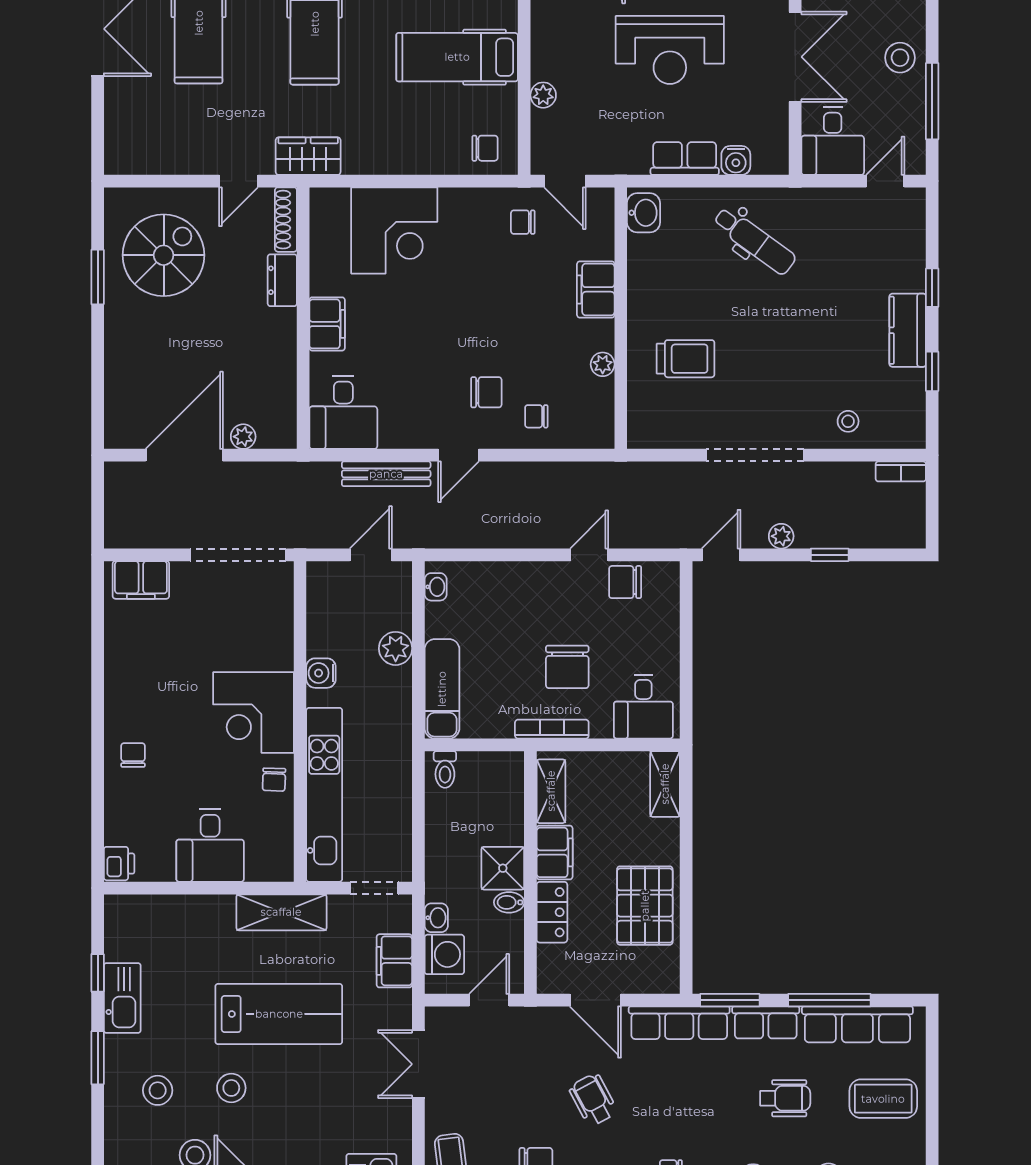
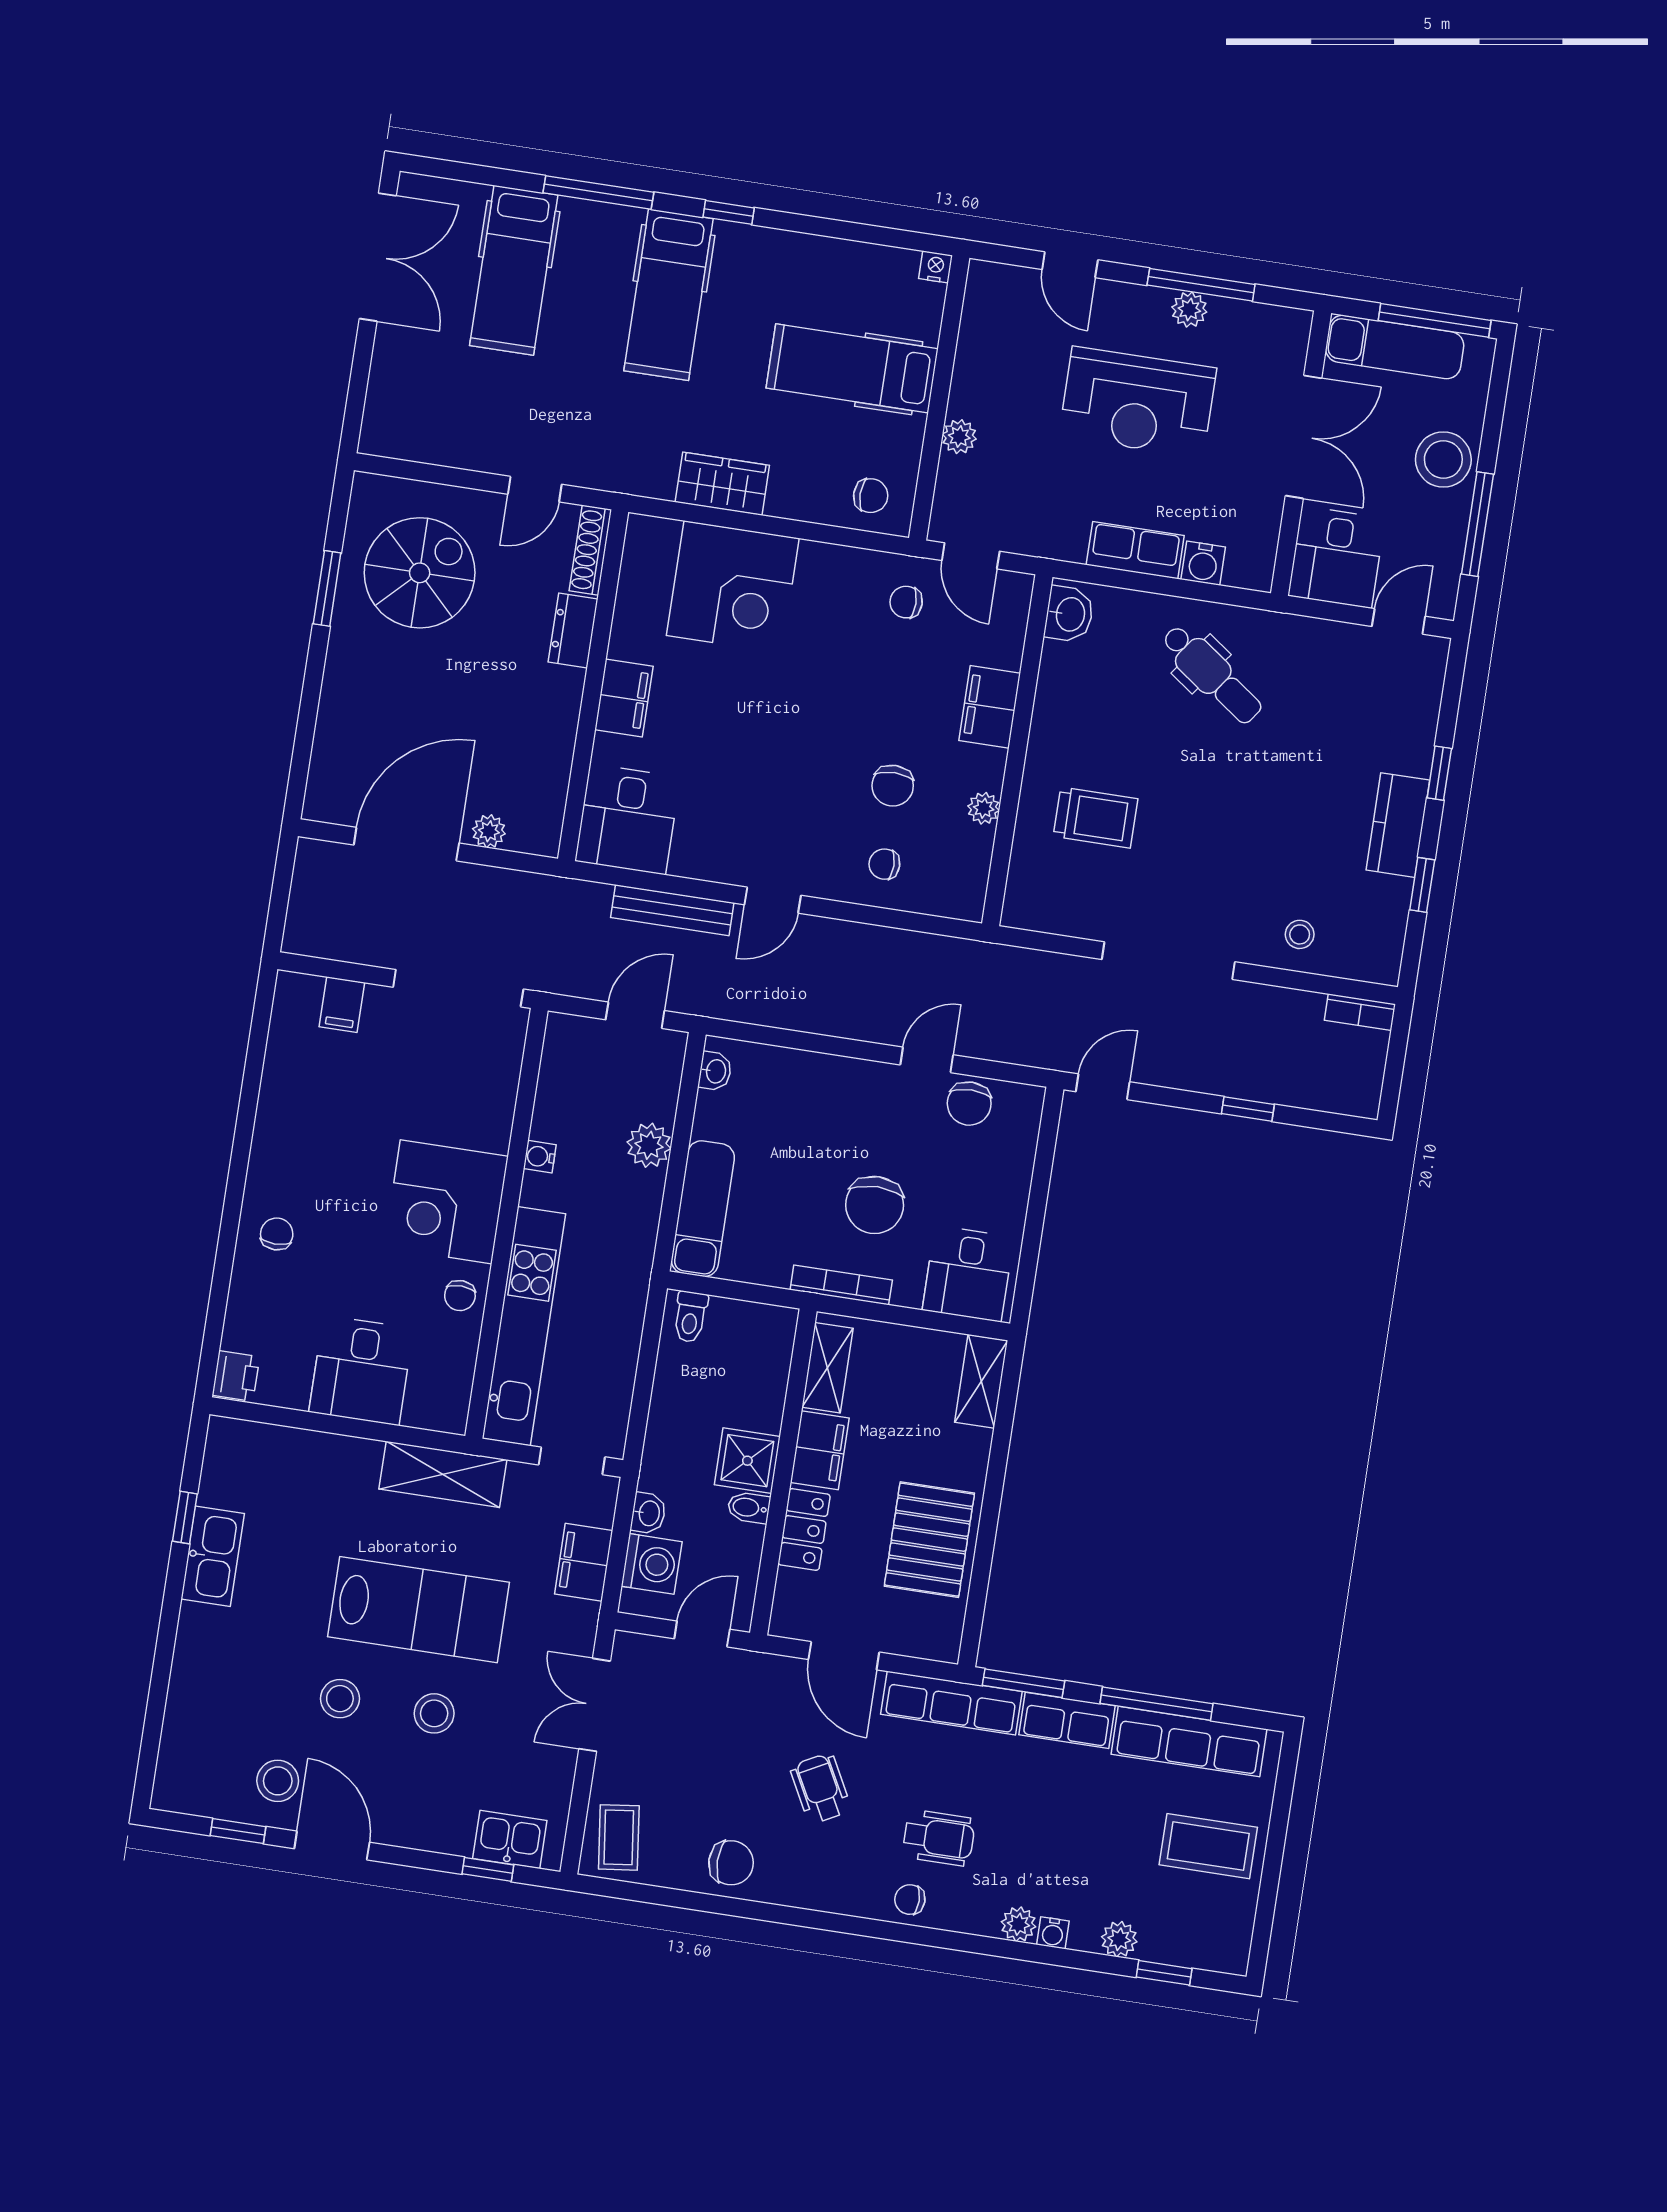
stool: (900, 58) -> (1443, 459), width x1.38, depth x1.38
wardrobe: (308, 156) -> (722, 484), moved
chair: (486, 392) -> (893, 786), moved, turned 90
plant: (781, 536) -> (1187, 1074), removed
filing cabinet: (141, 580) -> (342, 1005), width x0.50
chair: (625, 582) -> (969, 1104), turned -90
water cooler: (321, 673) -> (540, 1157), width x0.72, depth x0.72
window: (98, 1058) -> (168, 1631), removed
stool: (158, 1090) -> (434, 1713), moved
wheelchair: (785, 1098) -> (939, 1838), moved

